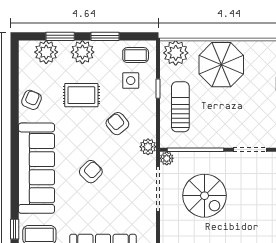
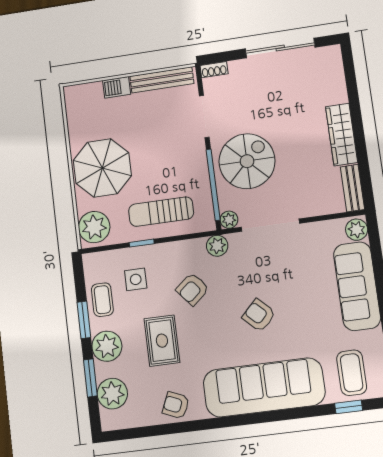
coffee table: (136, 55) -> (102, 300), moved
spiral stairs: (205, 196) -> (247, 161), moved

